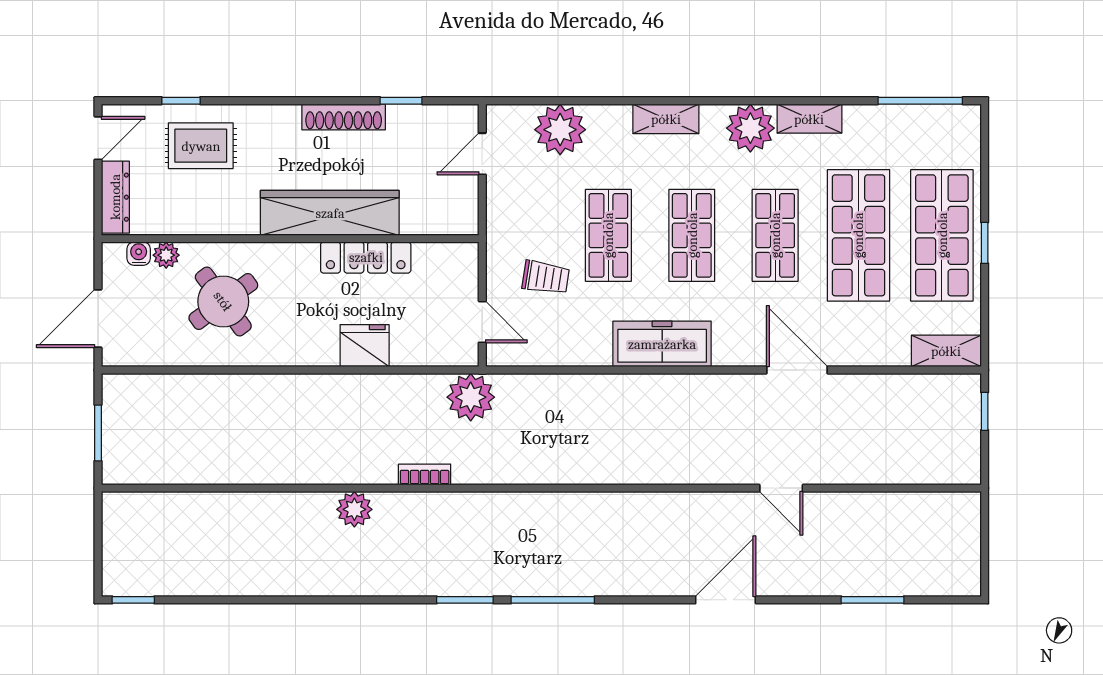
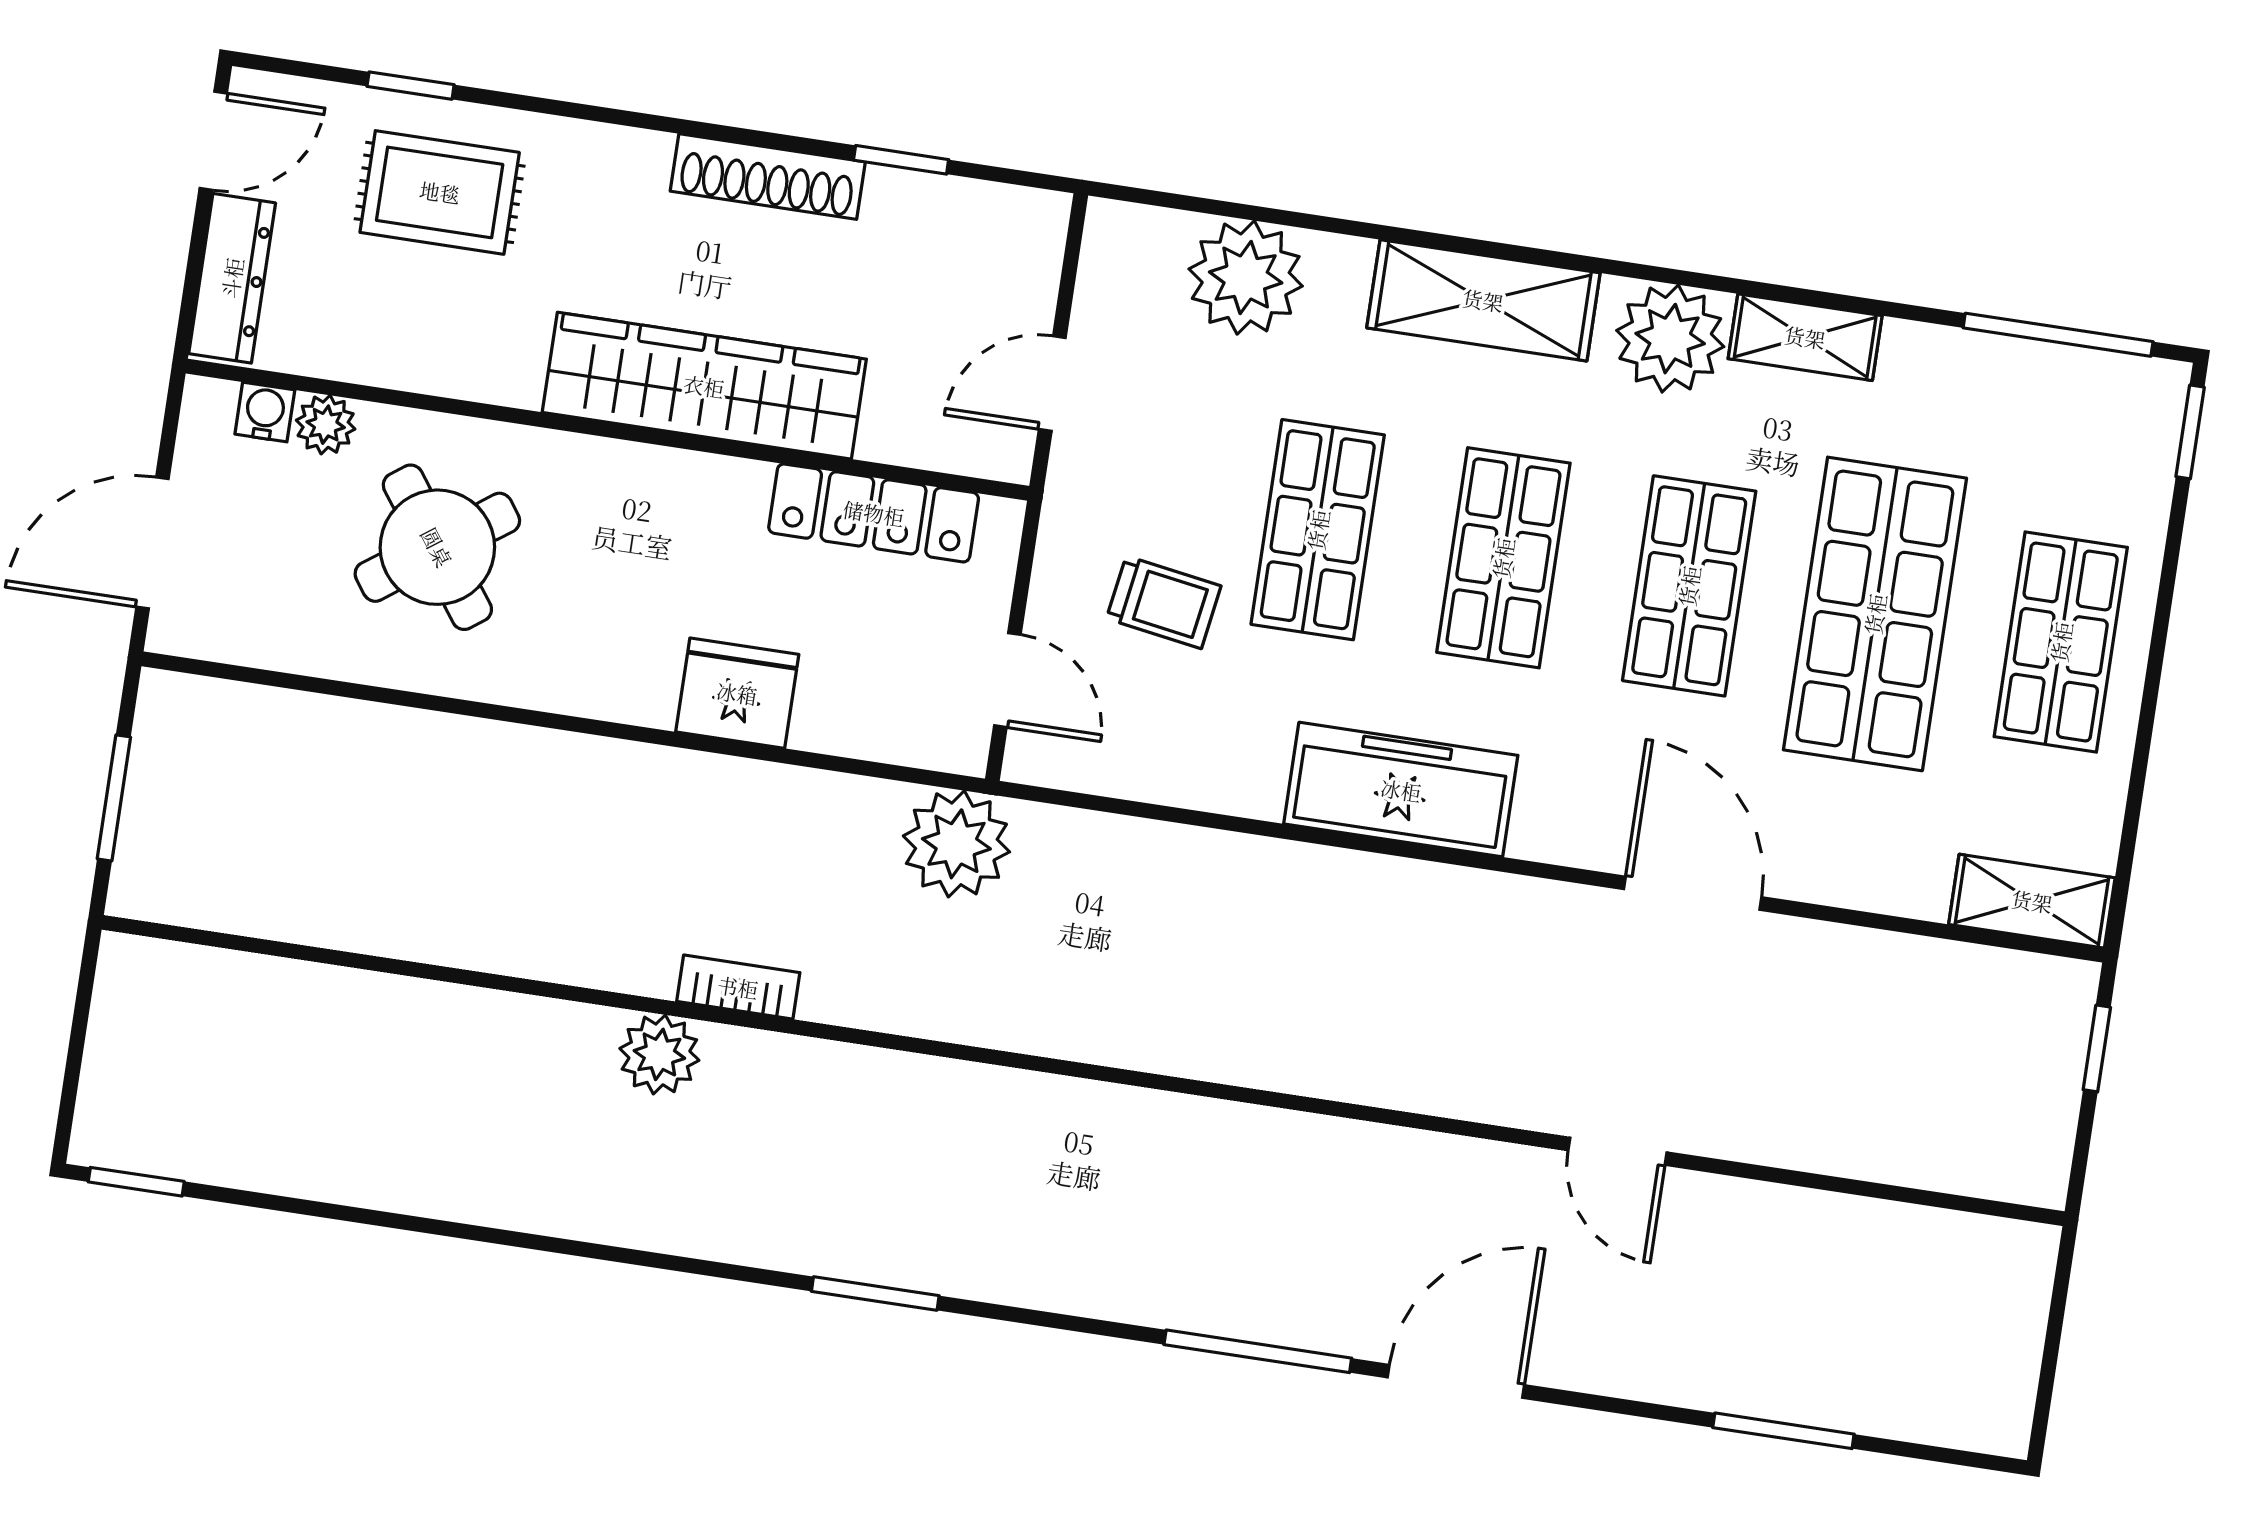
shelving: (666, 119) -> (1483, 300), width x1.50, depth x1.33
door: (482, 154) -> (1052, 383), moved
shop shelf: (942, 235) -> (2061, 642), width x0.70, depth x0.74
window: (985, 243) -> (2190, 432), moved
locker: (366, 257) -> (874, 513), moved
bookcase: (425, 474) -> (738, 987), moved
window: (553, 600) -> (1258, 1351), moved

